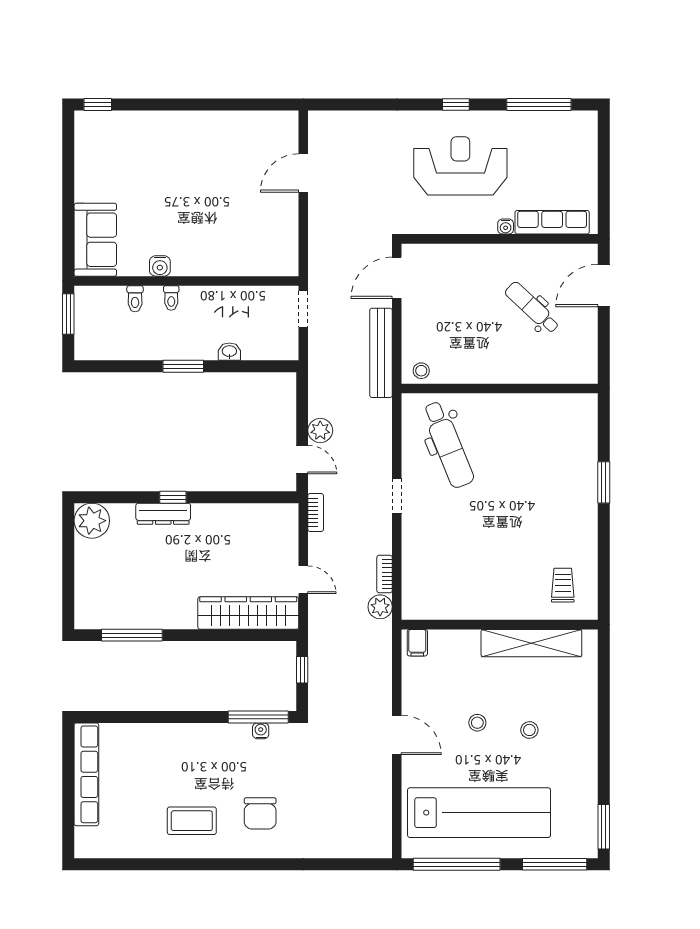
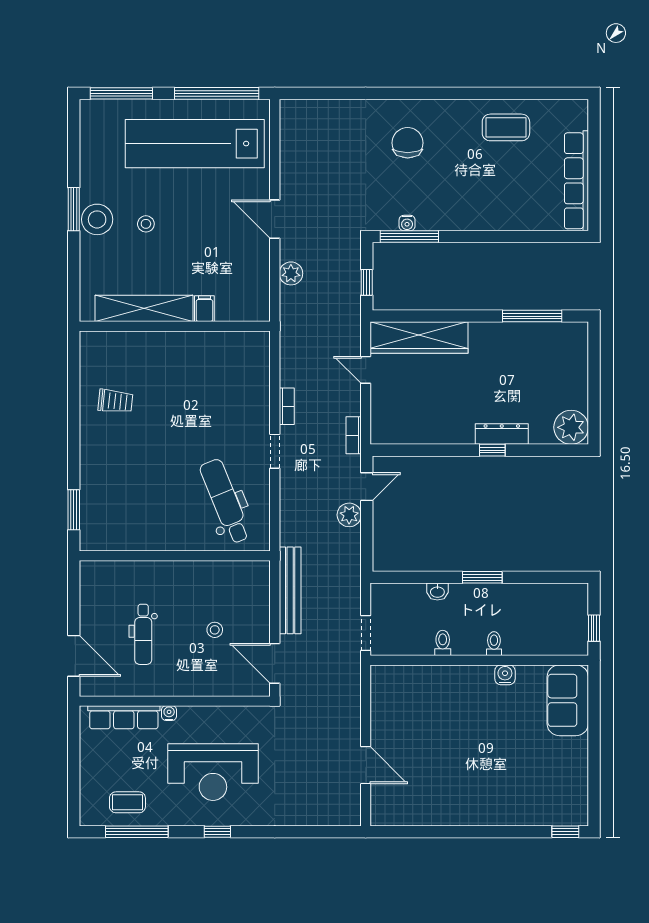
coffee table: (548, 135) -> (127, 802), added
door: (303, 173) -> (366, 765), hinge flipped
door: (397, 278) -> (275, 663), swing flipped
door: (604, 285) -> (74, 656), hinge flipped
toilet: (135, 299) -> (443, 643), moved
dental chair: (532, 308) -> (143, 634), turned 47
window: (68, 314) -> (594, 628), width x0.67
stool: (421, 371) -> (215, 630), moved
door: (302, 460) -> (367, 487), swing flipped
window: (604, 482) -> (74, 510), moved
bookcase: (385, 574) -> (287, 406), moved
trolley: (563, 585) -> (115, 401), moved, turned -84
plant: (380, 607) -> (291, 273), moved
filing cabinet: (417, 643) -> (204, 309), moved
stool: (477, 723) -> (97, 219), moved, width x1.89, depth x1.89
coffee table: (192, 821) -> (506, 127), moved
window: (604, 827) -> (74, 209), moved

